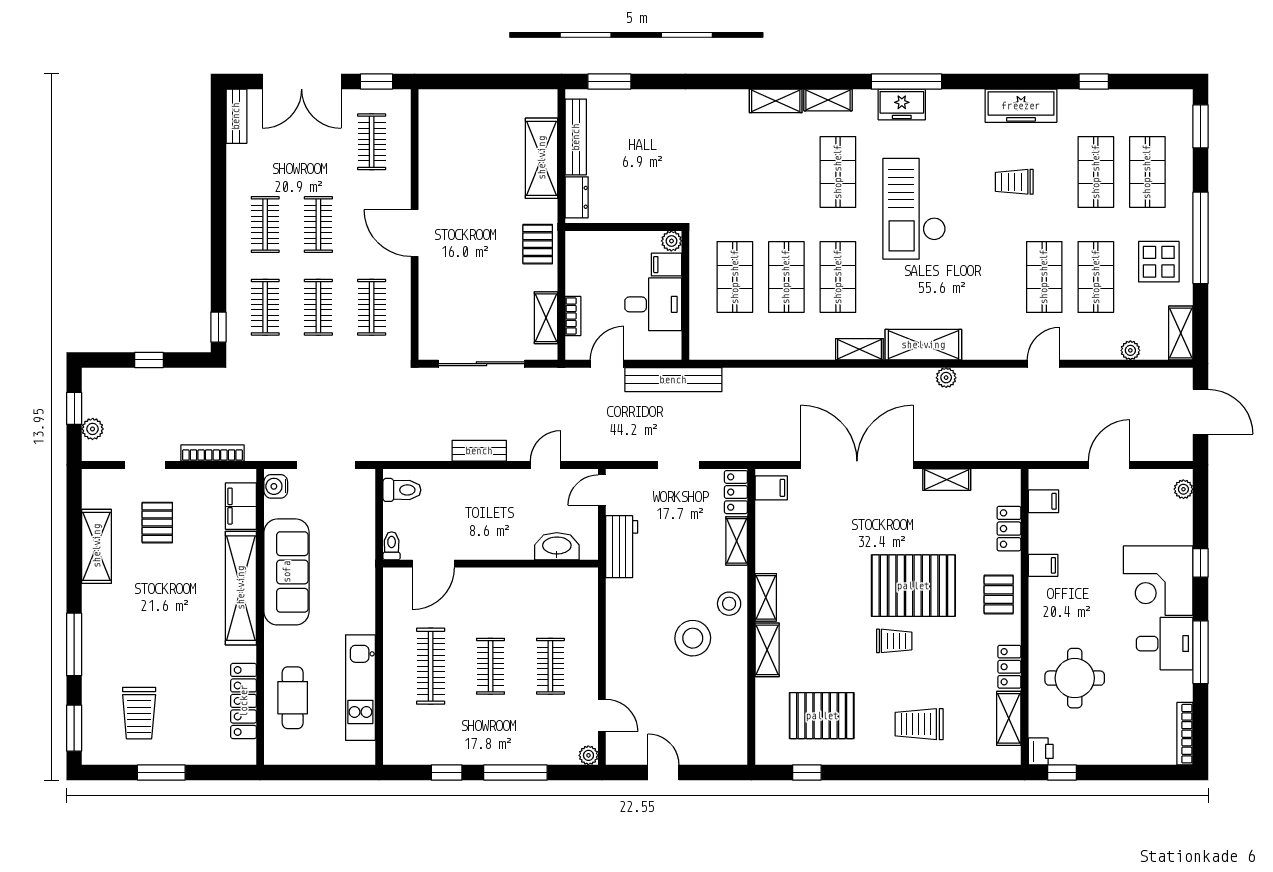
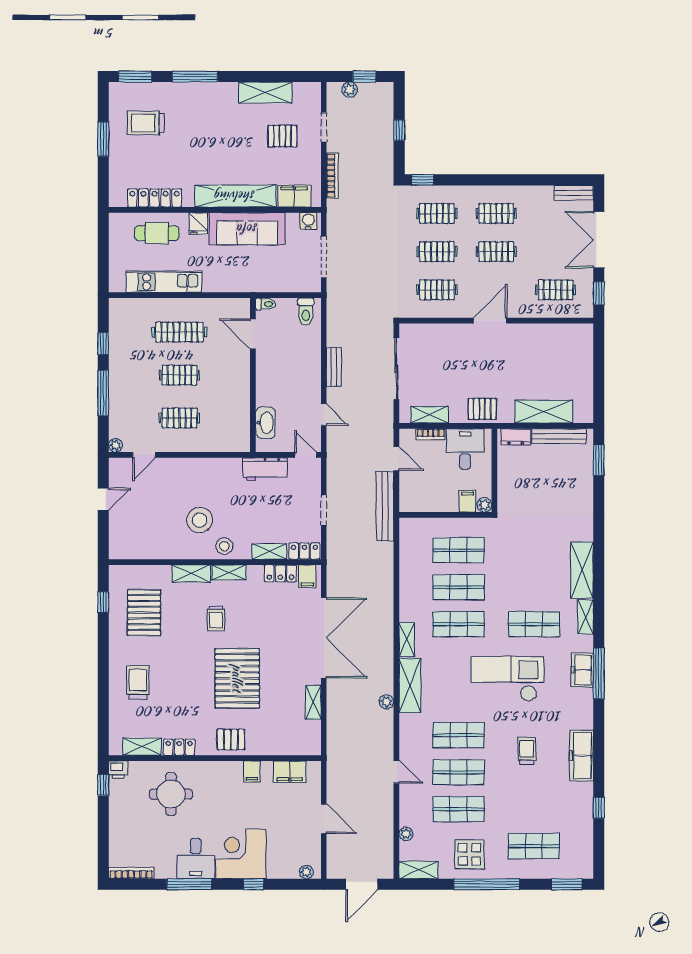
shelving: (776, 101) -> (582, 570), width x1.50, depth x1.33
shop shelf: (1096, 172) -> (459, 735), moved
desk: (653, 304) -> (465, 449), moved, turned 180
filing cabinet: (1044, 501) -> (290, 772), width x2.00
locker: (1009, 529) -> (280, 573), moved, turned 180
fridge: (279, 640) -> (198, 224), added
trolley: (894, 641) -> (216, 618), moved

